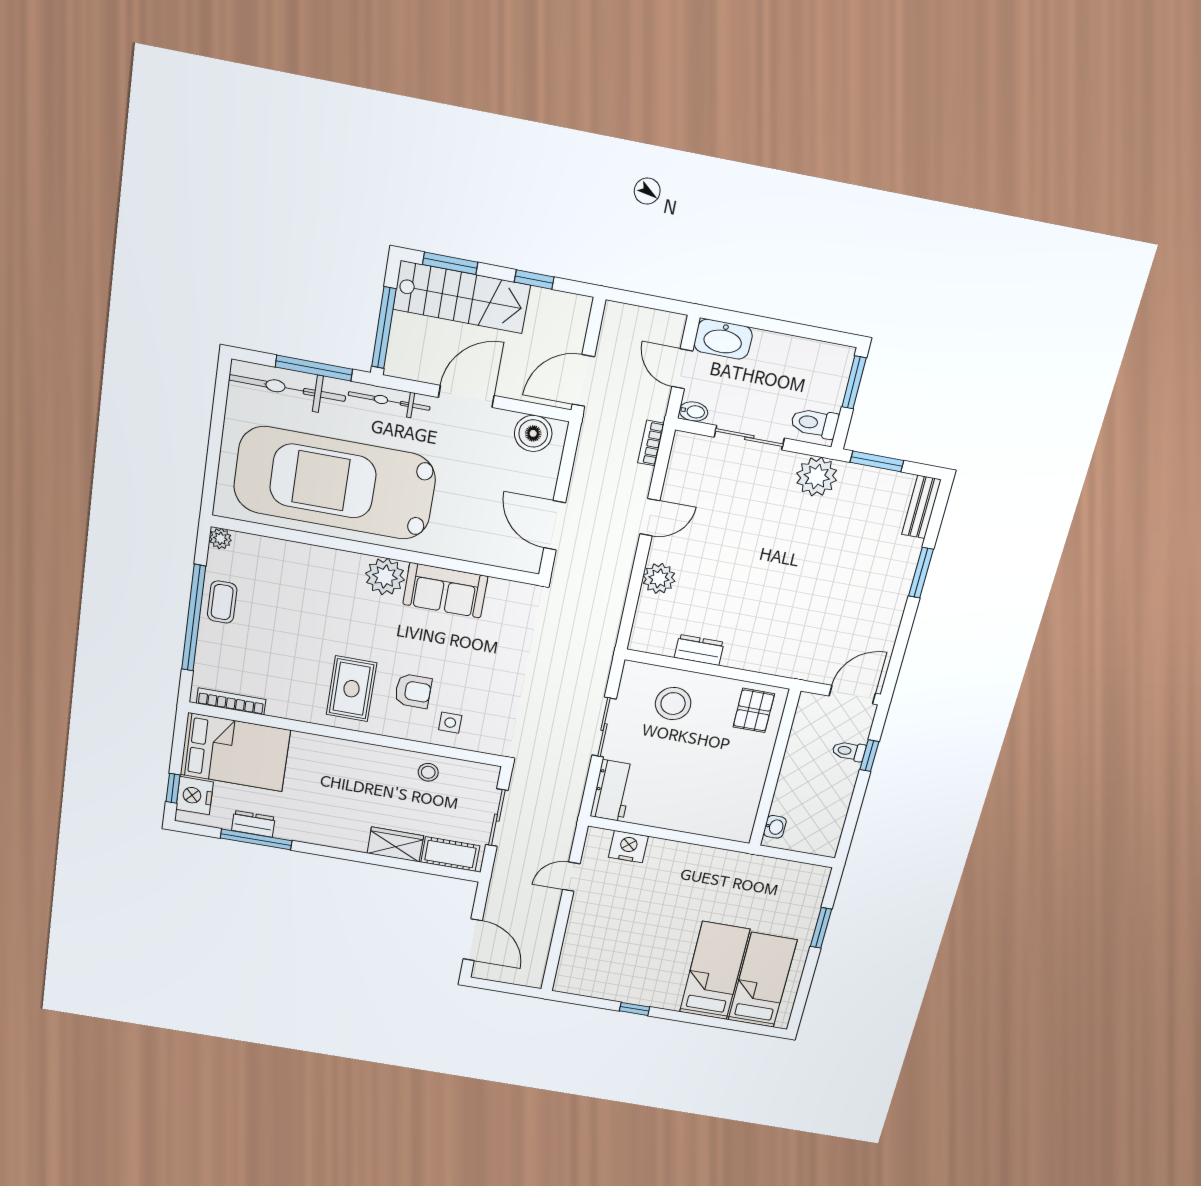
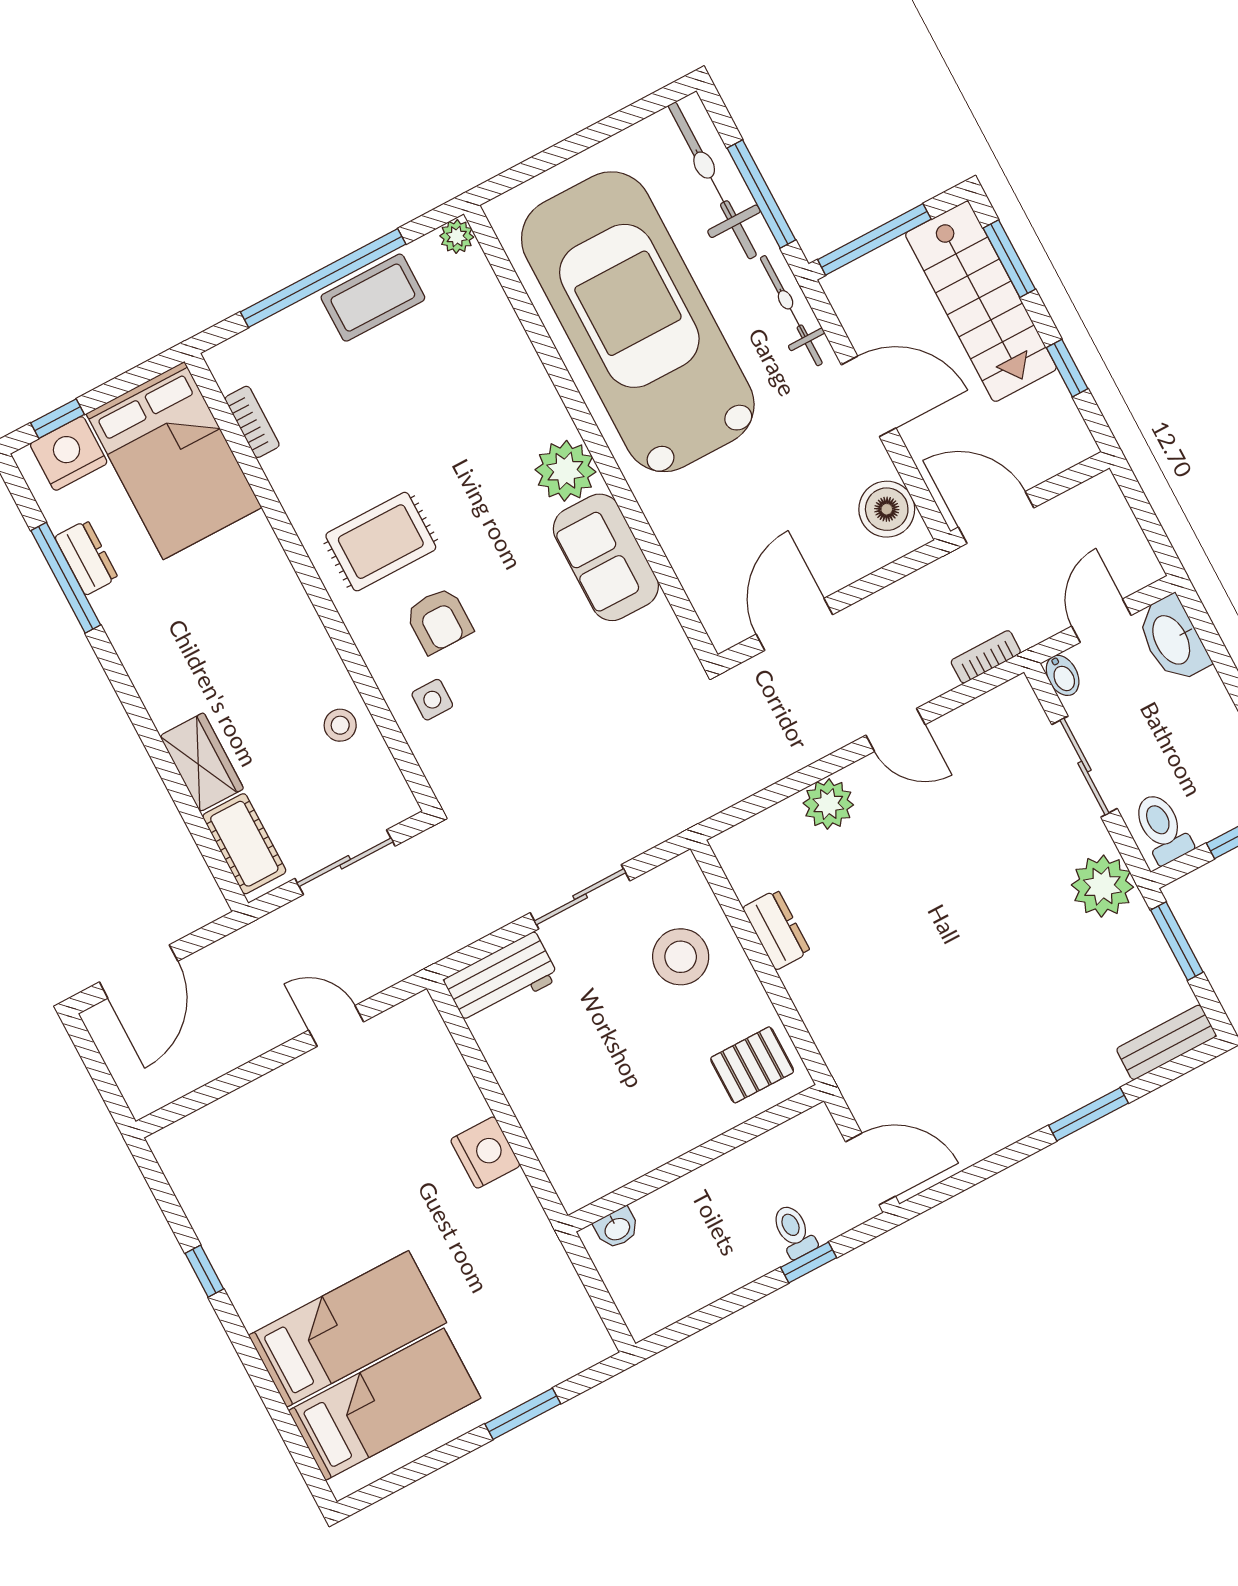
coffee table: (222, 602) -> (373, 298), width x1.36, depth x1.30
bookcase: (231, 701) -> (252, 422), width x0.64
nightstand: (628, 847) -> (485, 1153), moved

